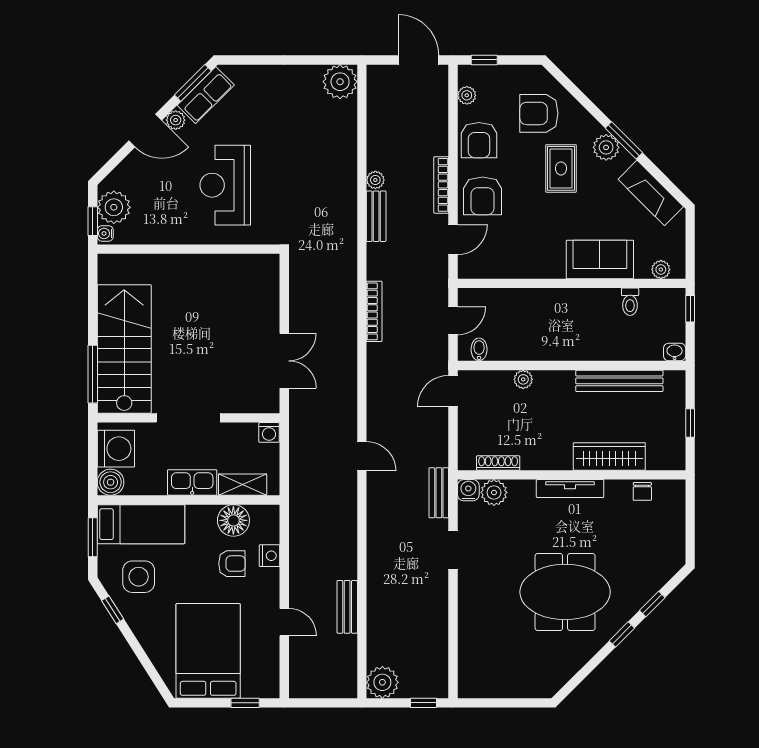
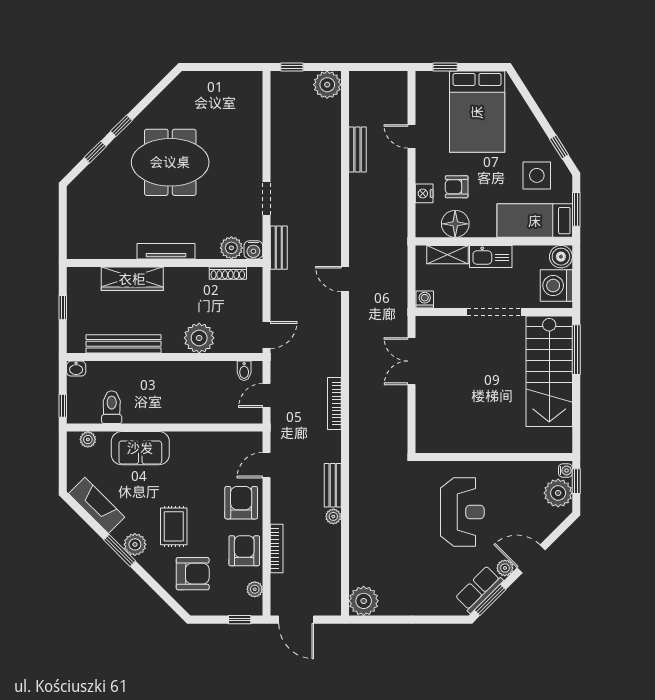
bookcase: (441, 185) -> (277, 549), moved
toilet: (630, 302) -> (112, 407), width x1.37, depth x1.39
plant: (523, 379) -> (199, 338), width x1.87, depth x1.87
chair: (642, 491) -> (104, 249), removed

